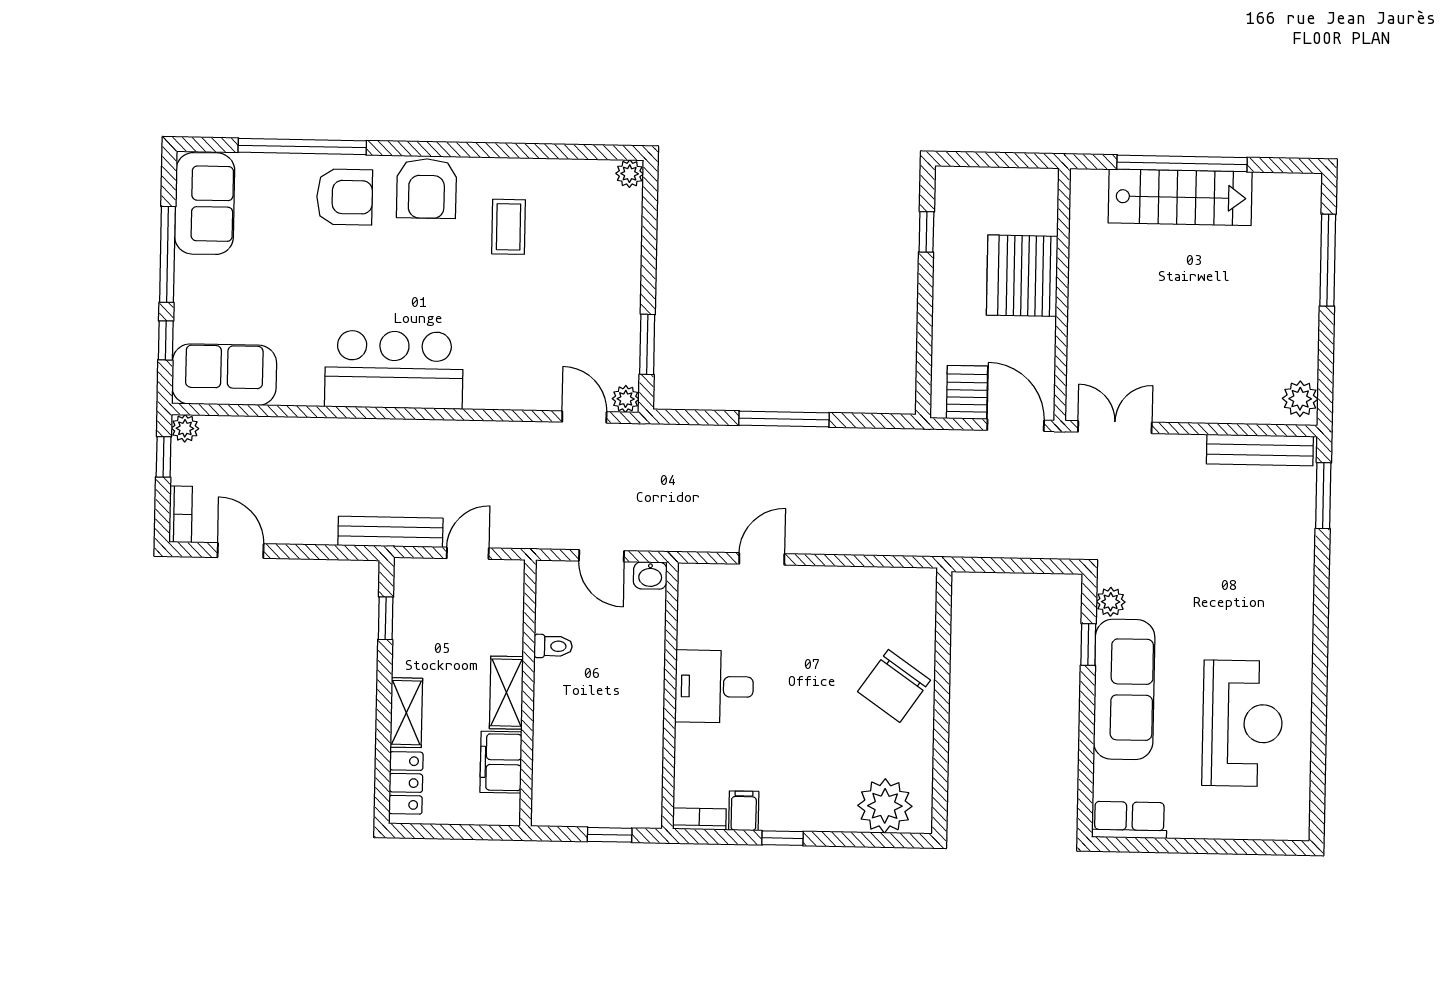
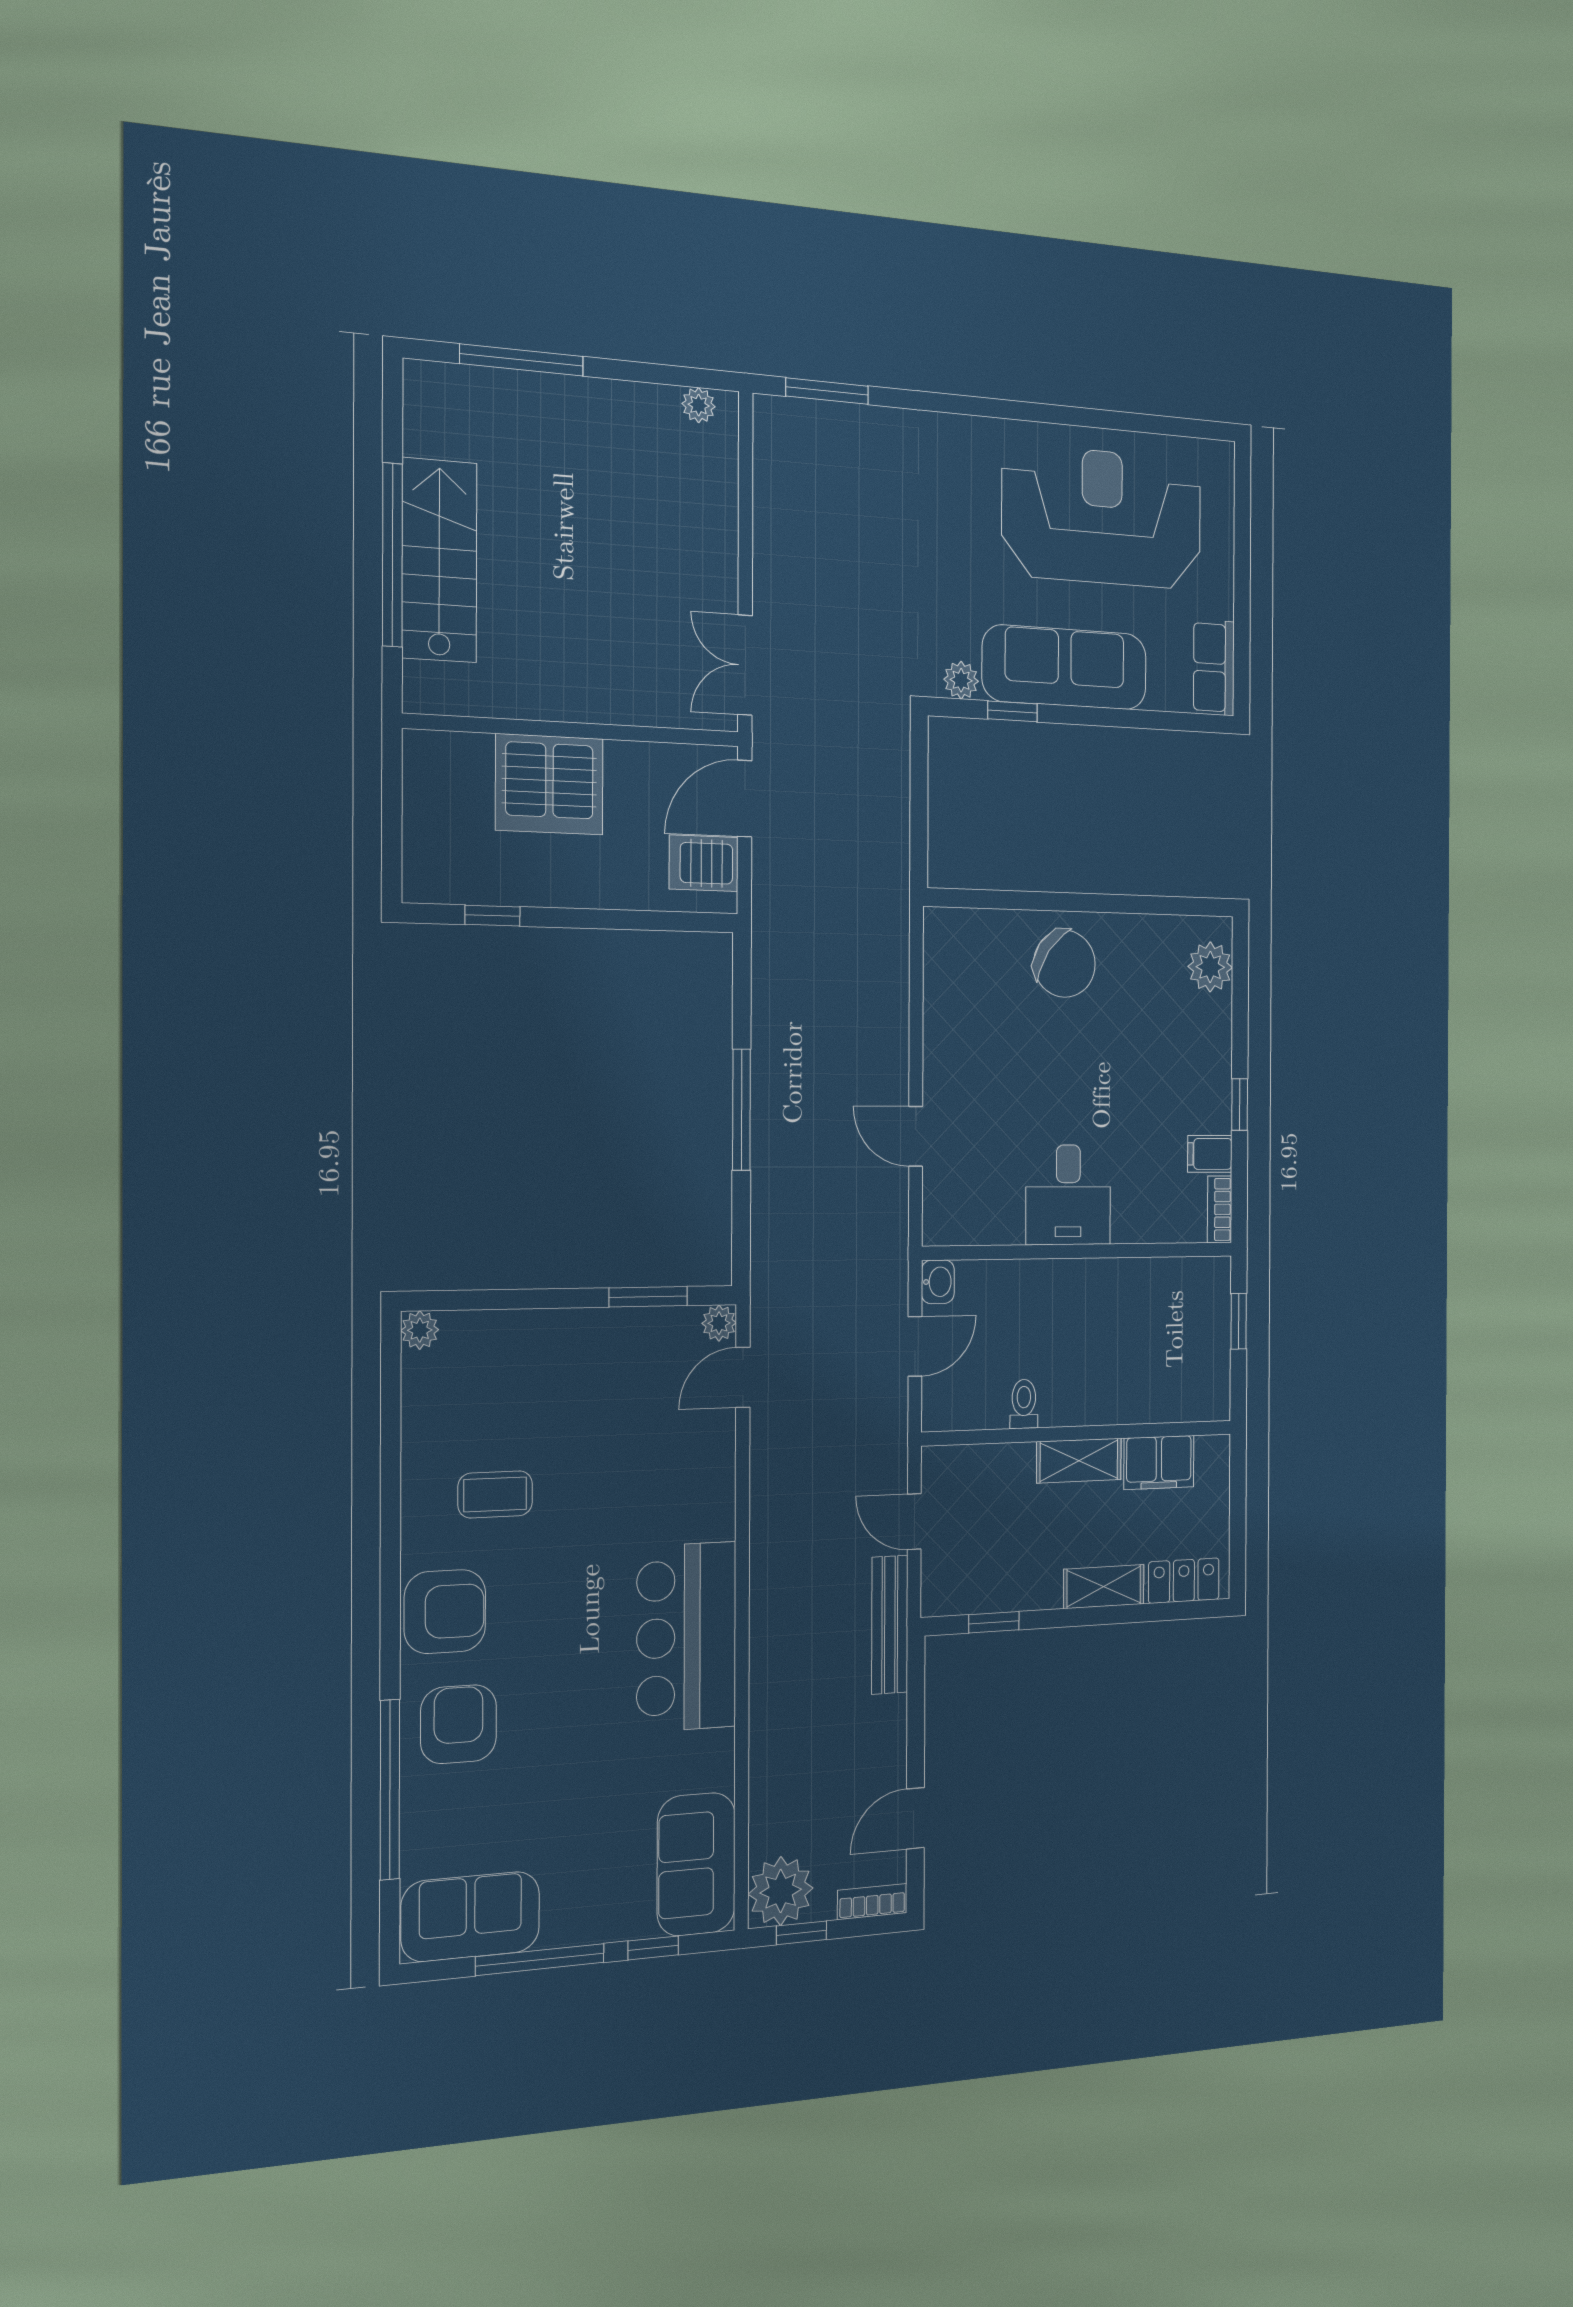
plant: (1300, 399) -> (699, 405), width x0.73, depth x0.73
plant: (185, 428) -> (781, 1891), width x1.87, depth x1.87
bench: (1260, 450) -> (771, 472), removed
reception desk: (1242, 723) -> (1102, 517), width x1.36, depth x1.30
plant: (885, 806) -> (1210, 967), width x0.73, depth x0.73

